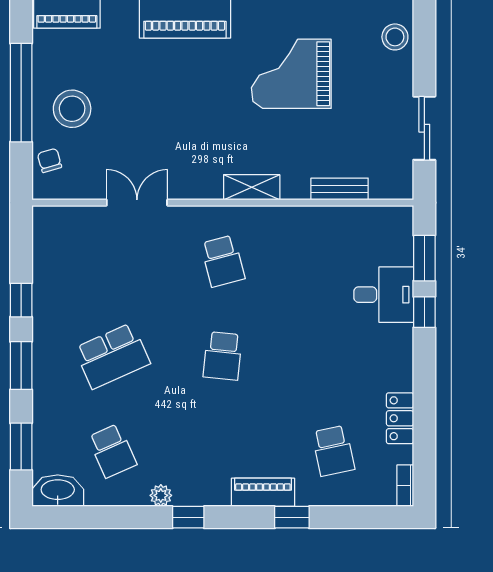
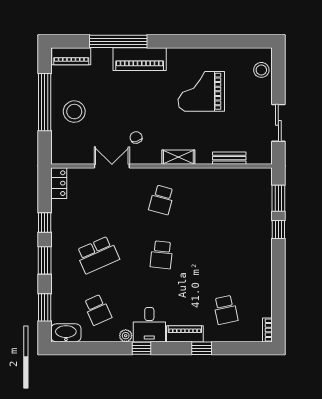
chair: (50, 160) -> (136, 137), moved
school desk: (223, 261) -> (162, 200), turned 30
desk: (384, 295) -> (149, 325), moved, turned 90
locker: (400, 418) -> (59, 183), moved, turned 180

